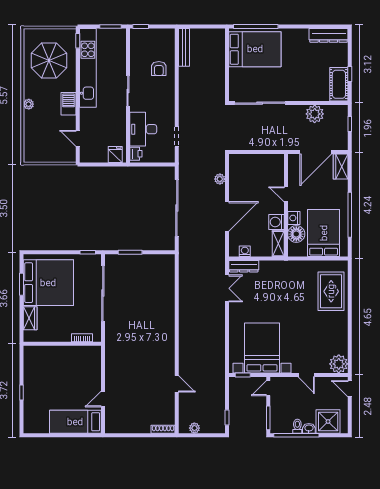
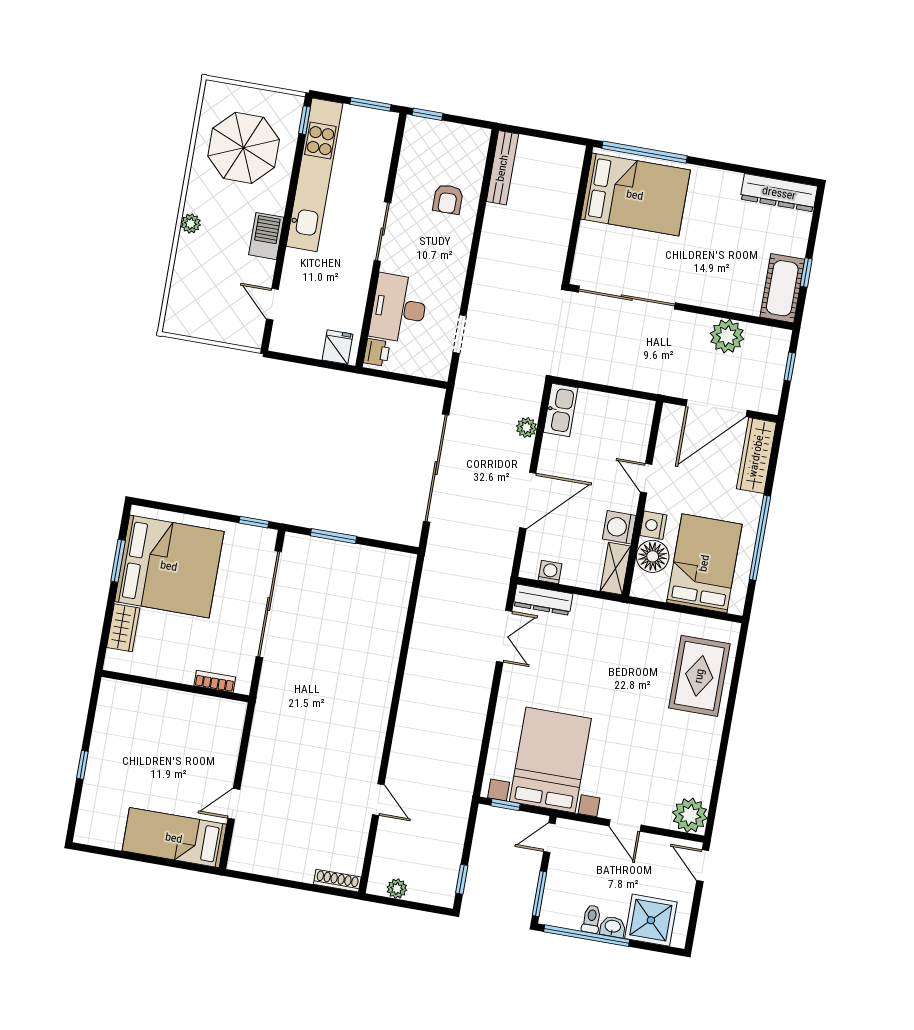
wardrobe: (341, 166) -> (756, 456), width x1.50
kitchen sink: (236, 167) -> (561, 410), added

